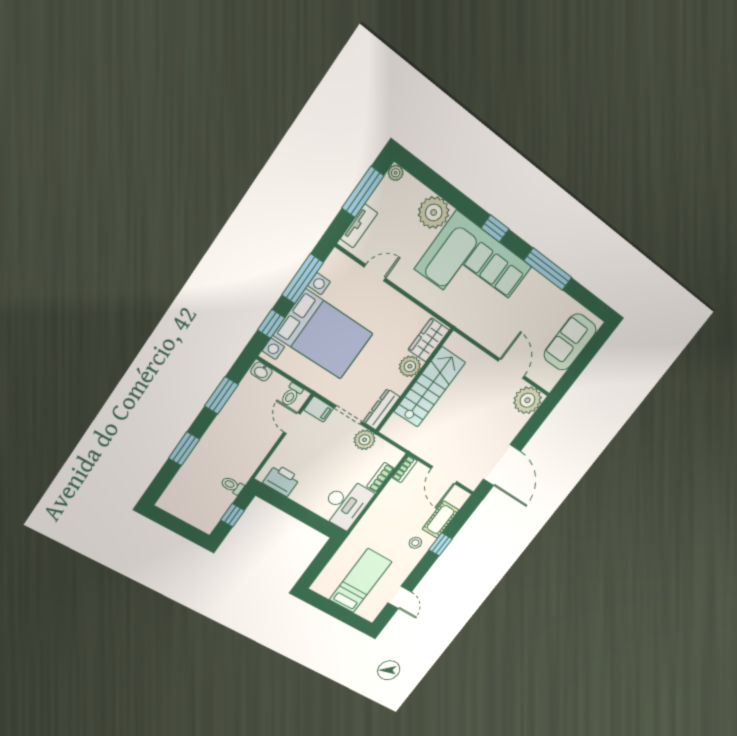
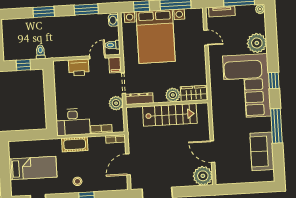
sofa: (570, 342) -> (262, 151), moved, turned -90
door: (511, 369) -> (212, 152), swing flipped
printer: (282, 480) -> (79, 67), moved, turned 90
cot: (441, 520) -> (75, 144), moved

